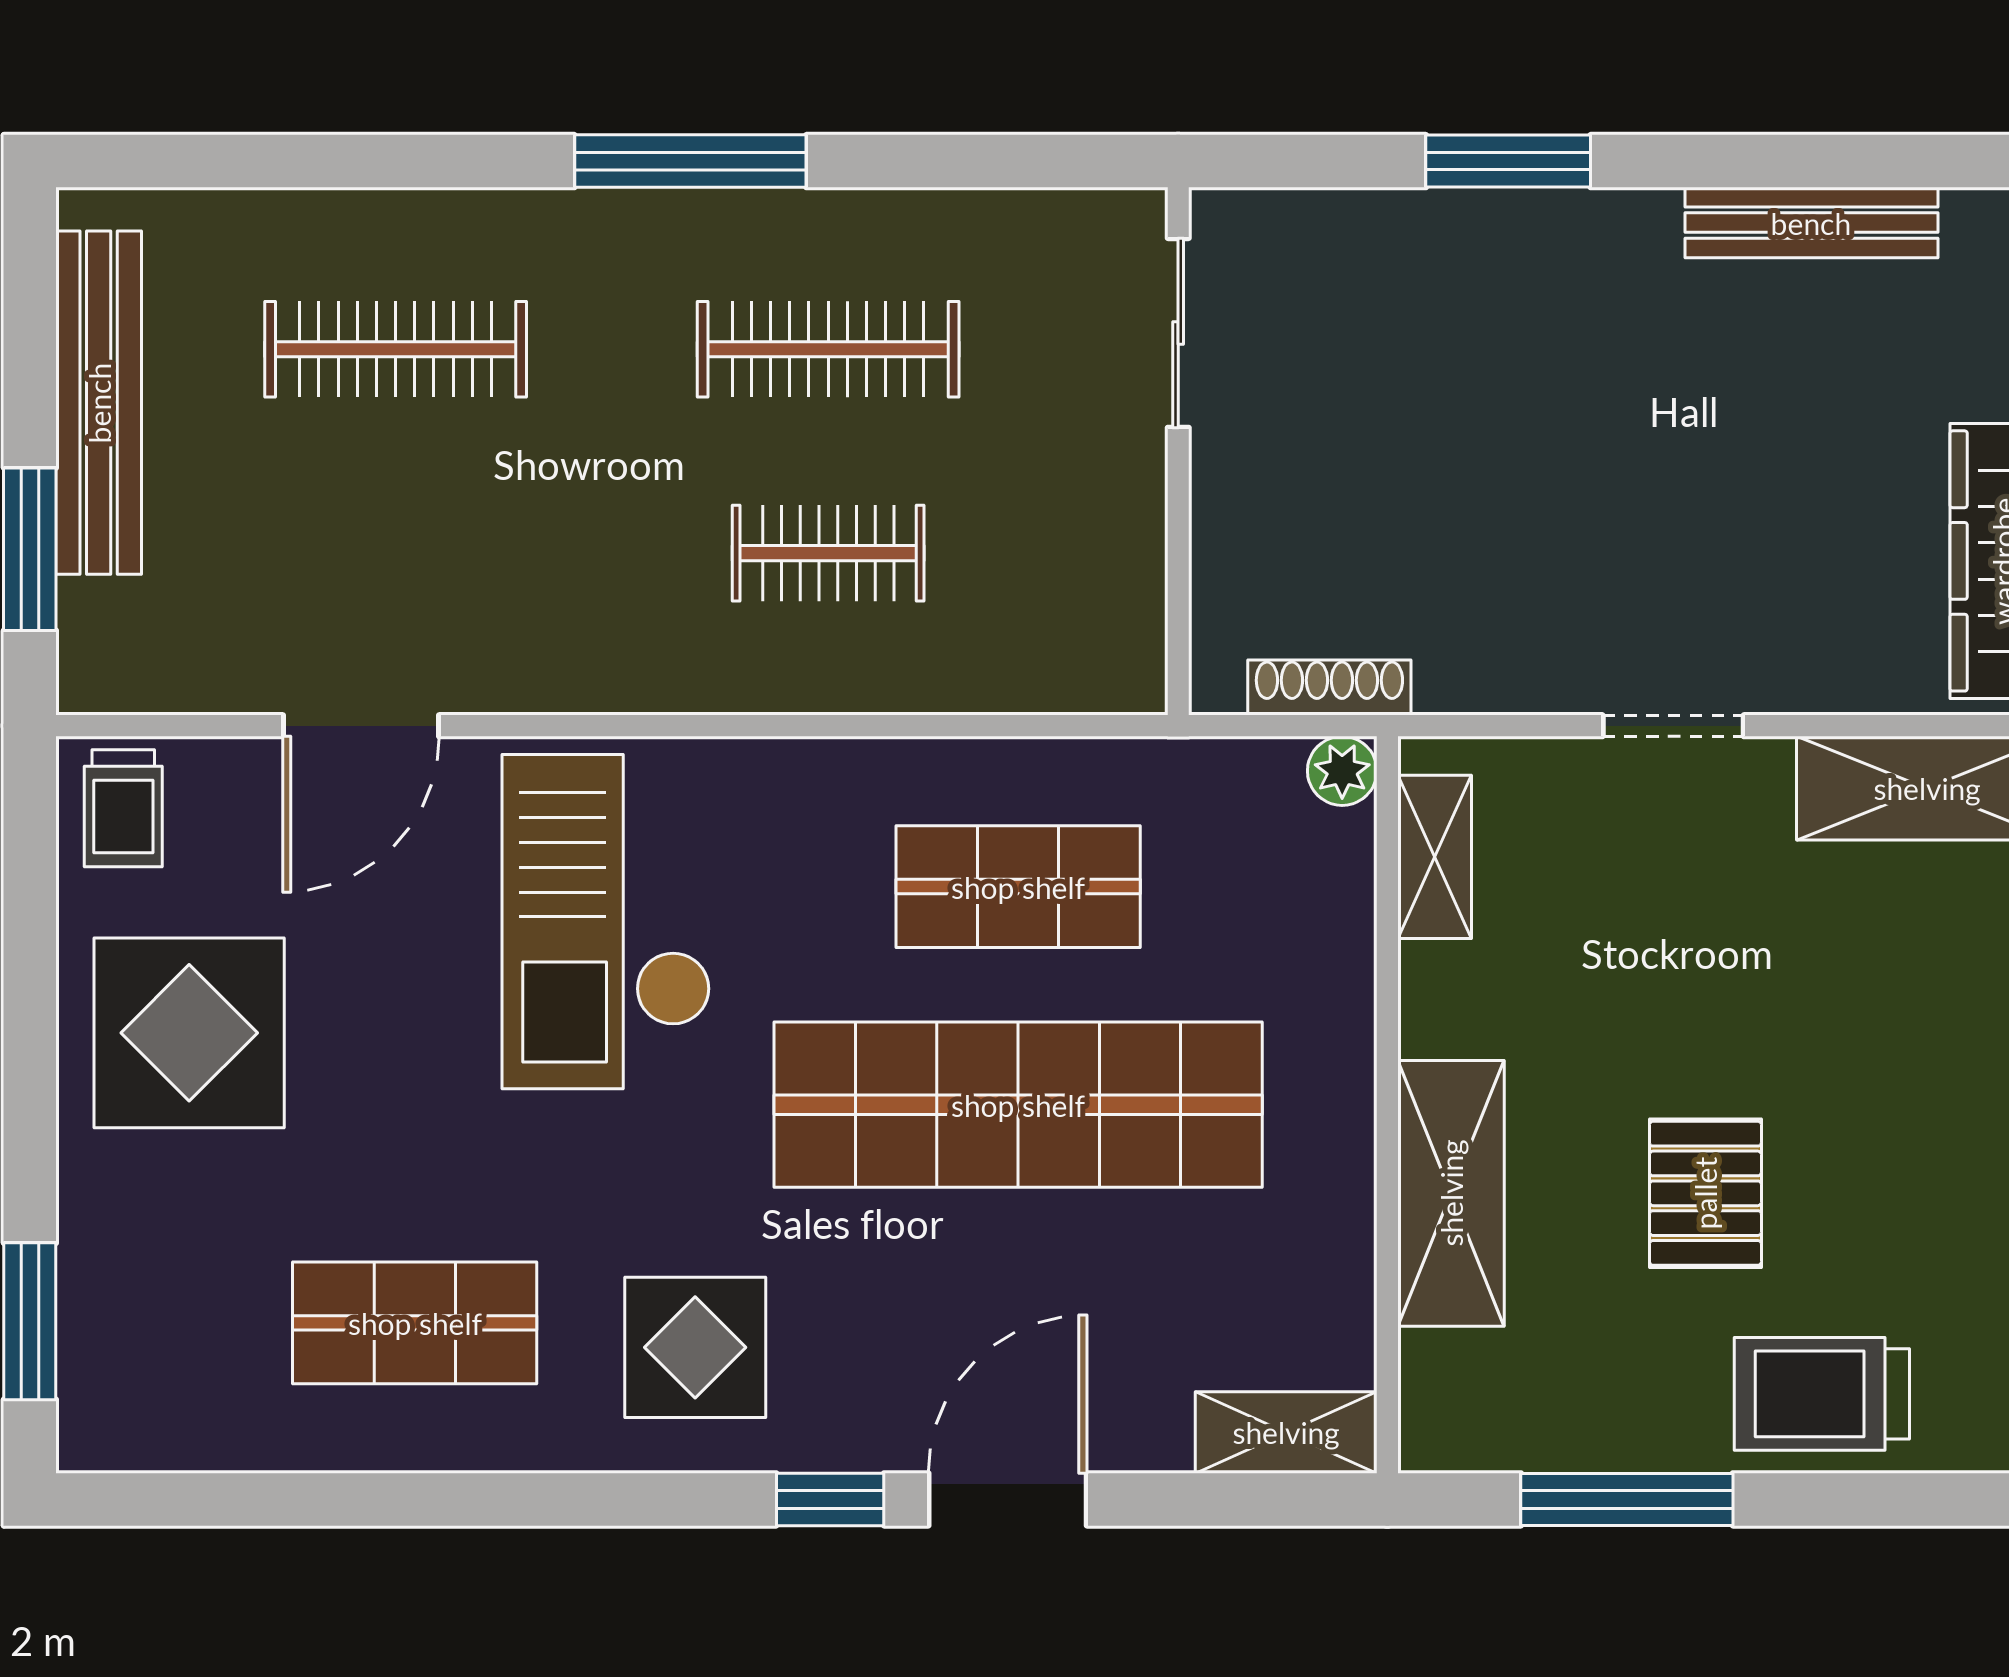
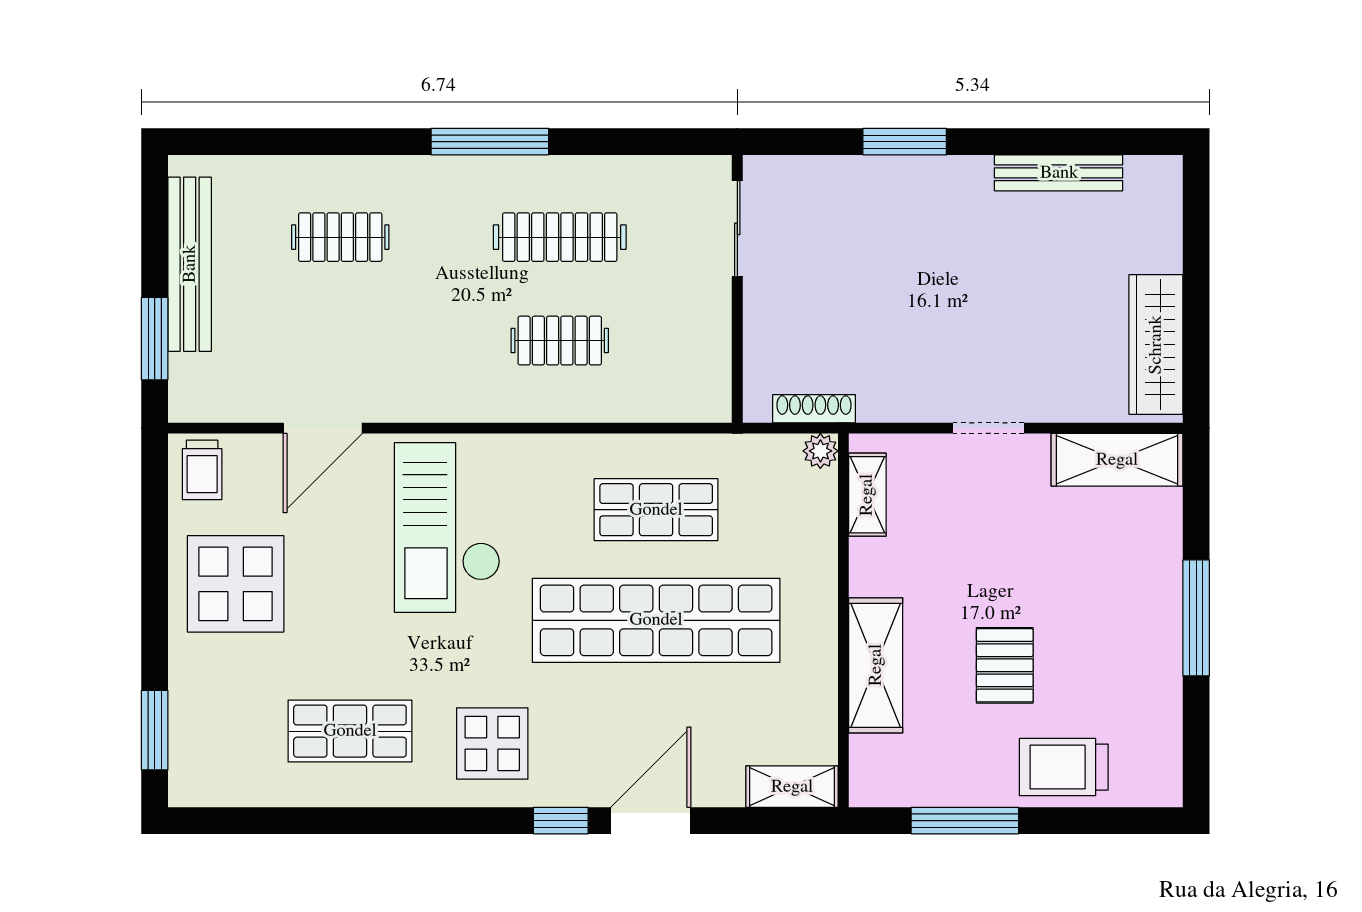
clothes rail: (396, 349) -> (340, 237), width x0.73

